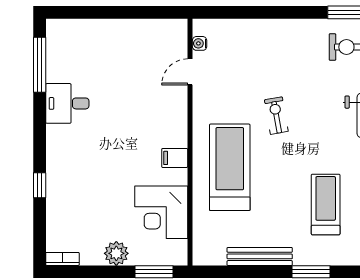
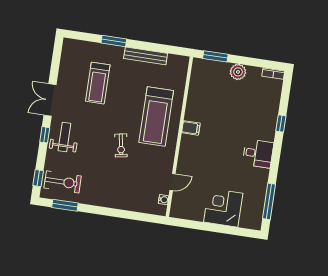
desk: (67, 103) -> (258, 154), moved
corner desk: (161, 212) -> (223, 208), moved, turned -90

